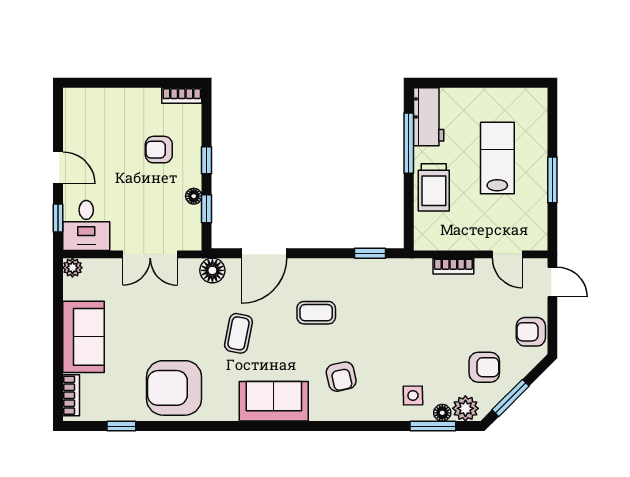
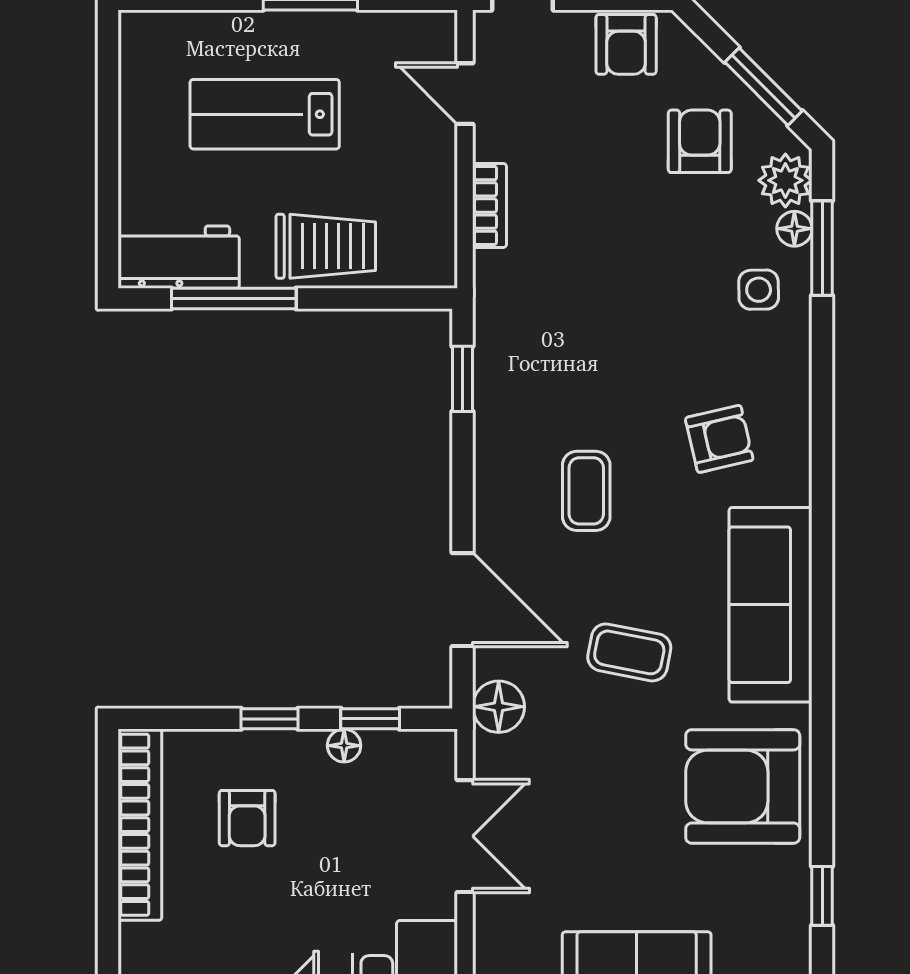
bookcase: (182, 96) -> (140, 825), width x2.31, depth x1.31
door: (507, 254) -> (465, 94), swing flipped
armchair: (174, 388) -> (743, 786), turned 90
sofa: (274, 401) -> (771, 605), width x1.36

